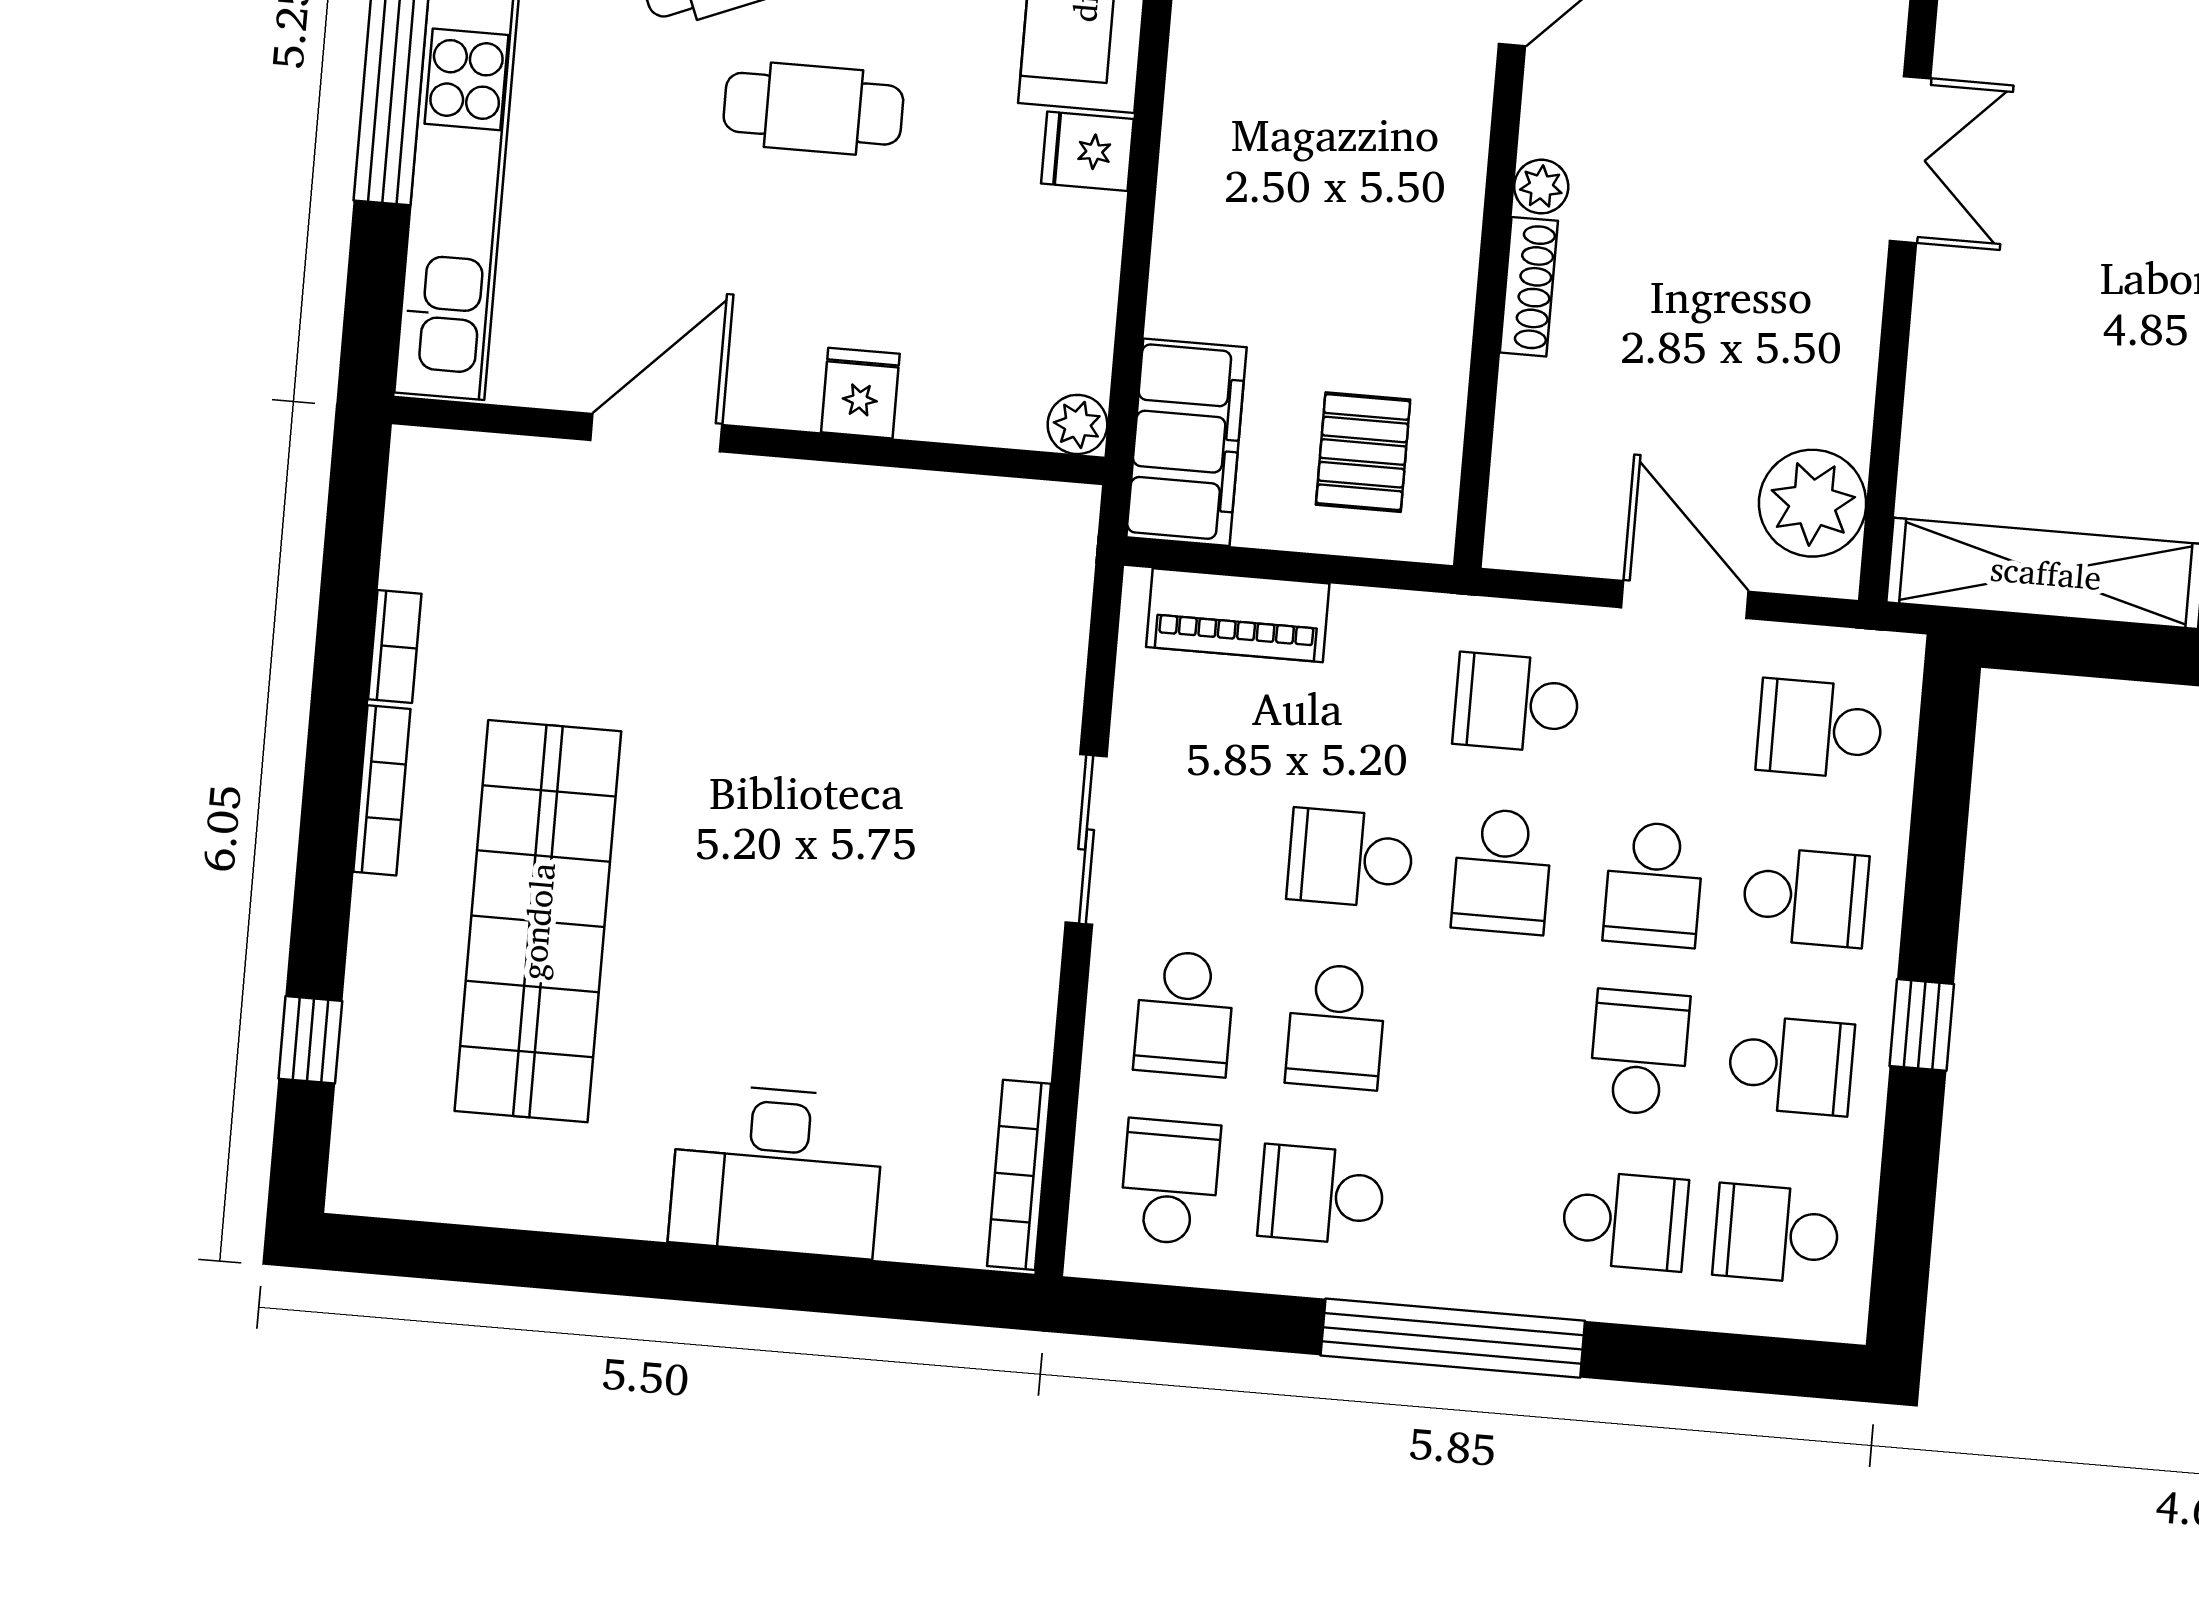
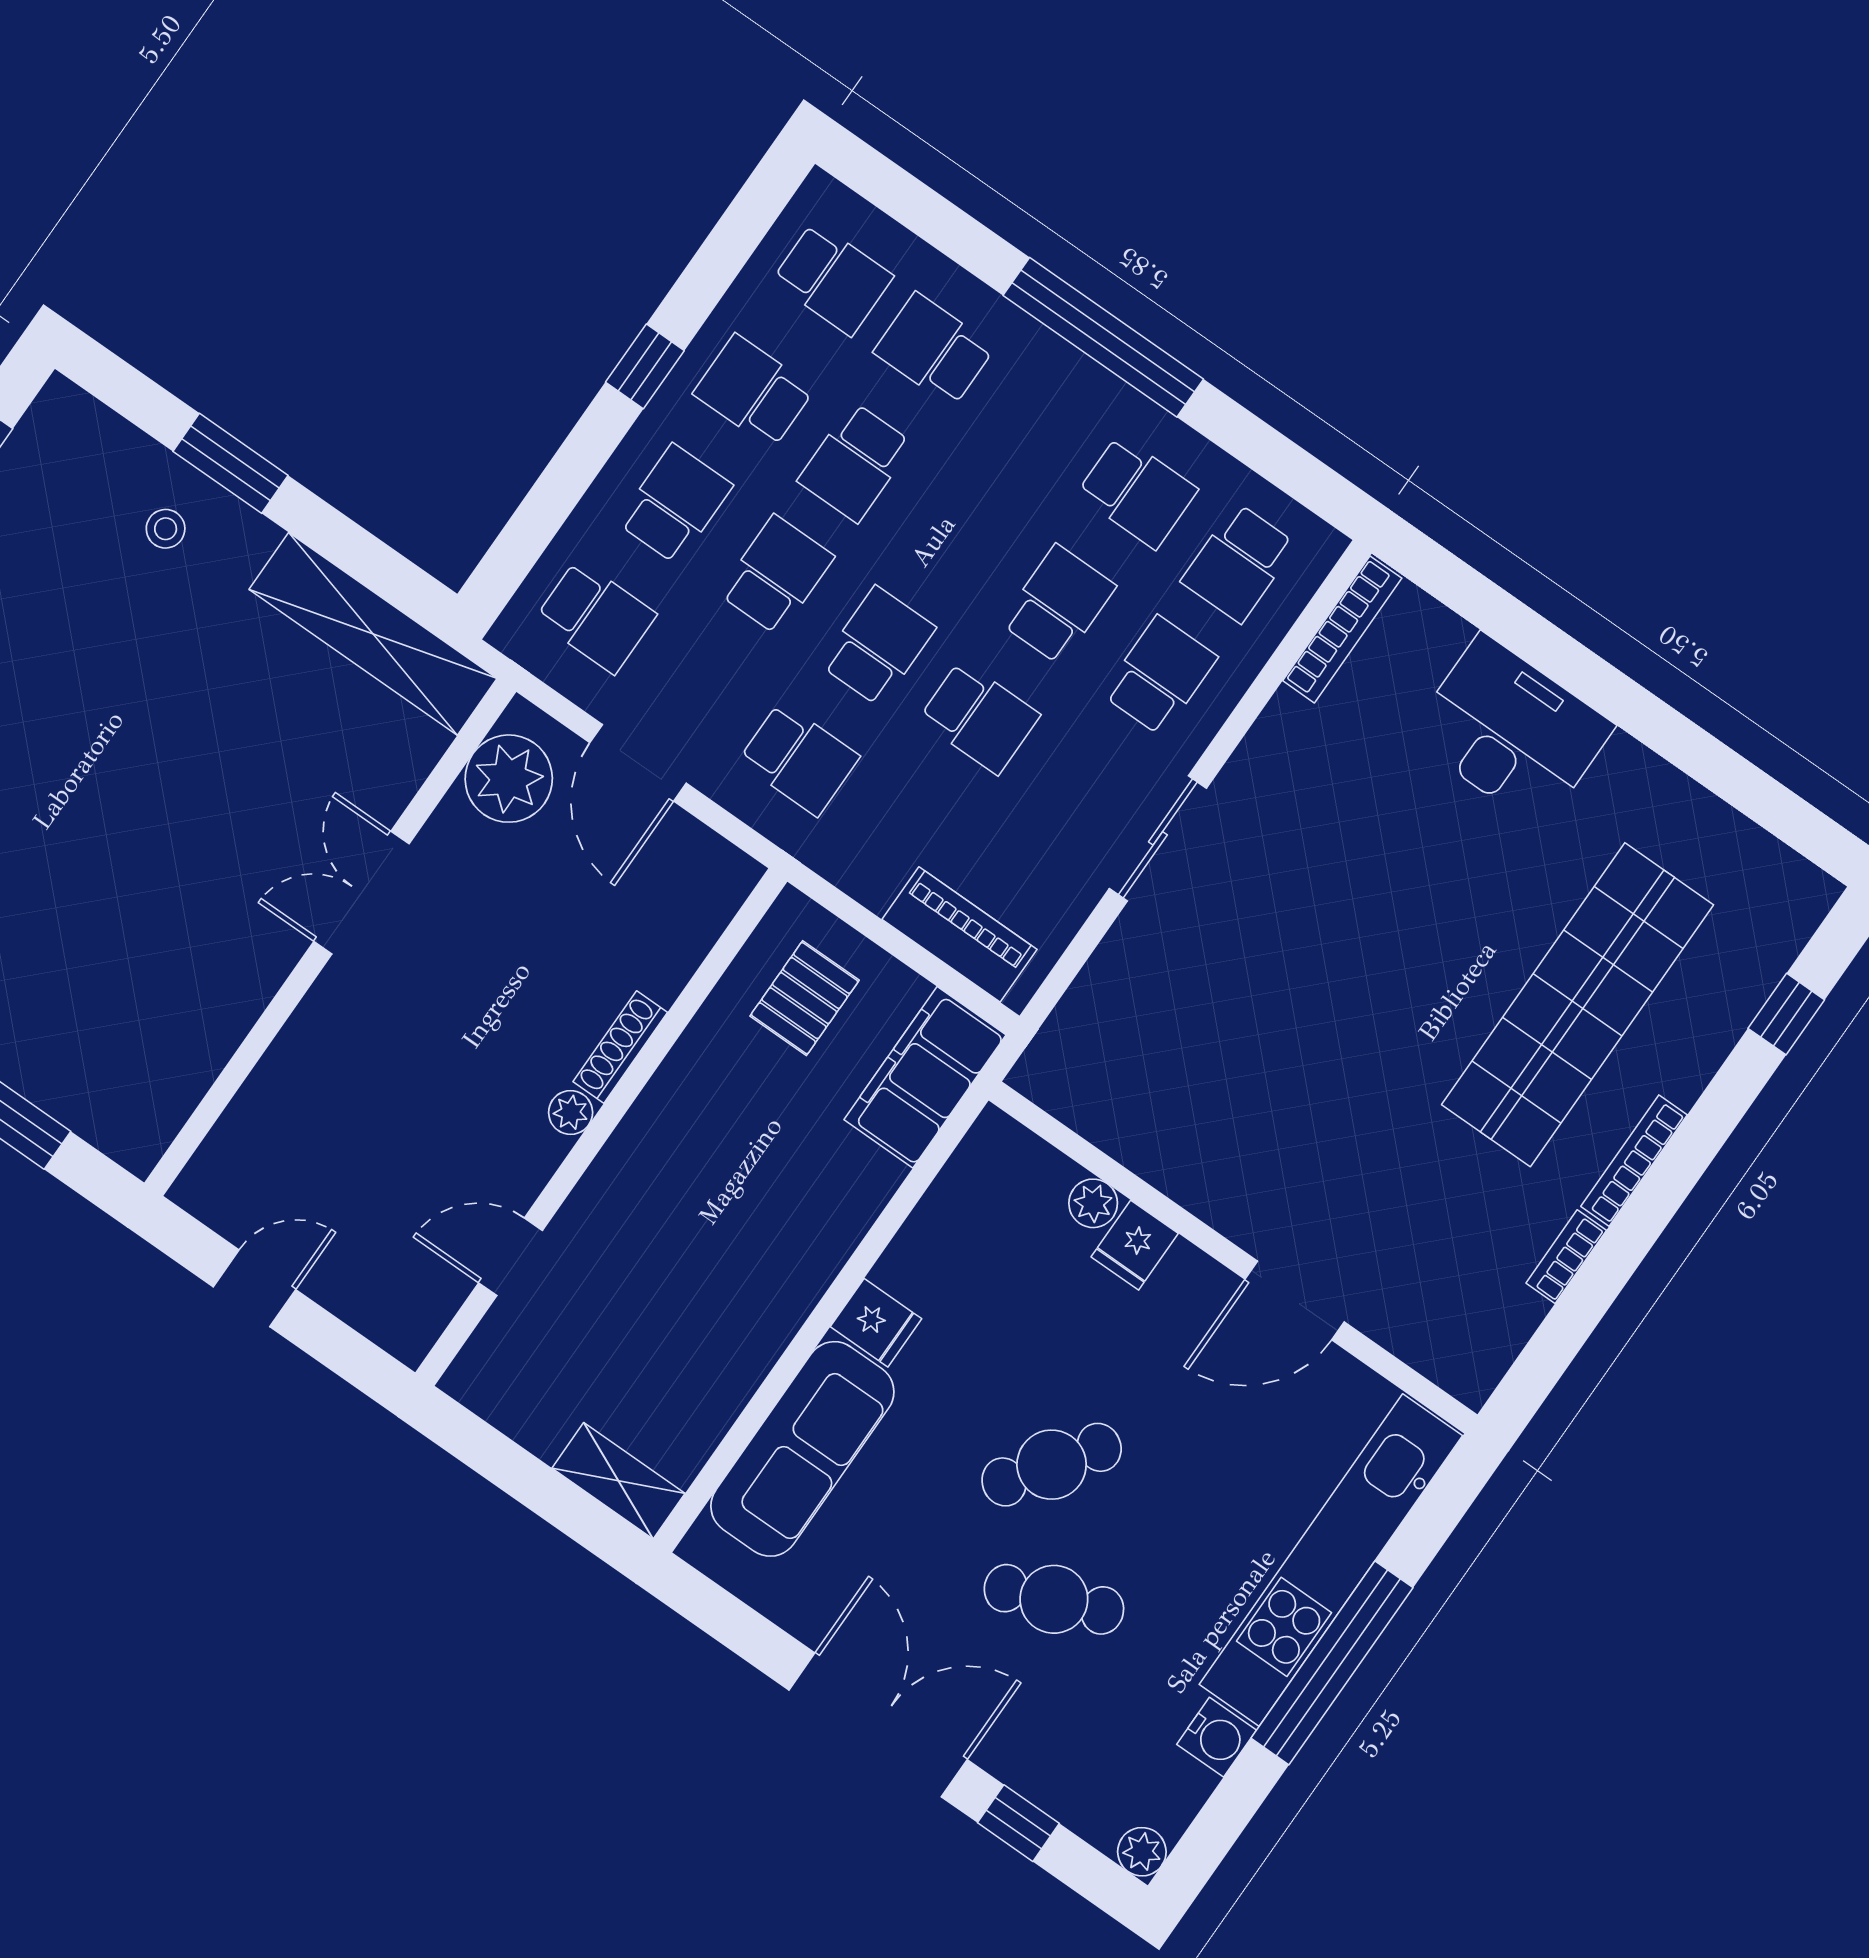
cafe table: (813, 109) -> (1052, 1465), turned -55
double door: (1910, 160) -> (361, 893), moved
plant: (1077, 424) -> (1093, 1203), moved
school desk: (1805, 897) -> (675, 504), turned 90

